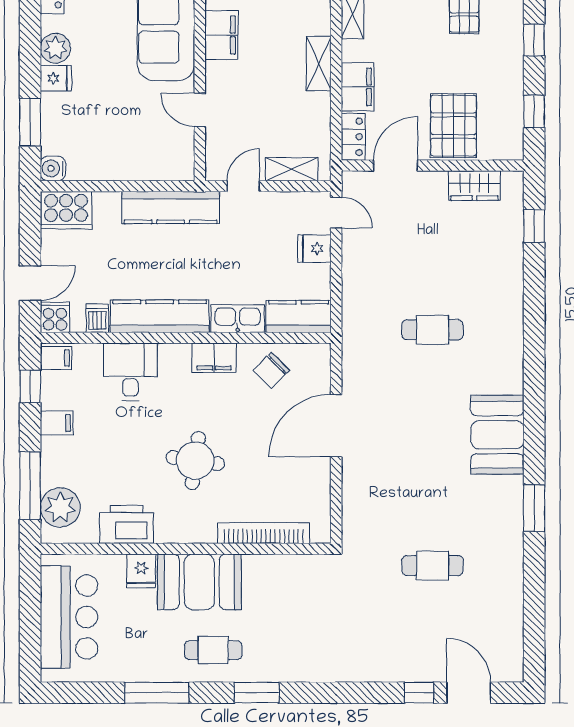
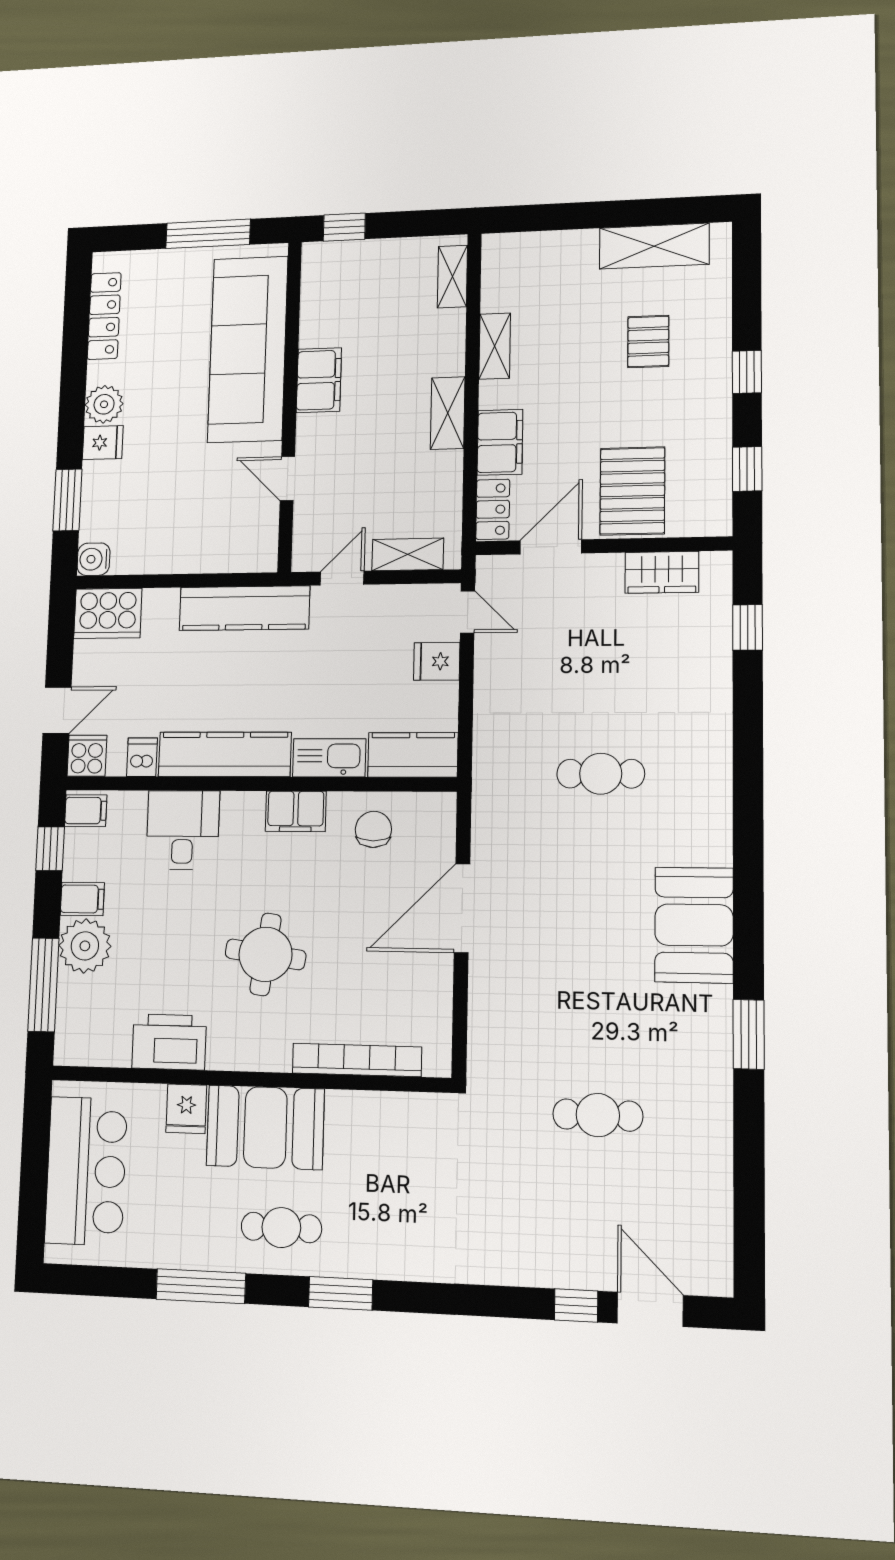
chair: (271, 370) -> (373, 829), turned 135
plant: (60, 507) -> (85, 946), moved

